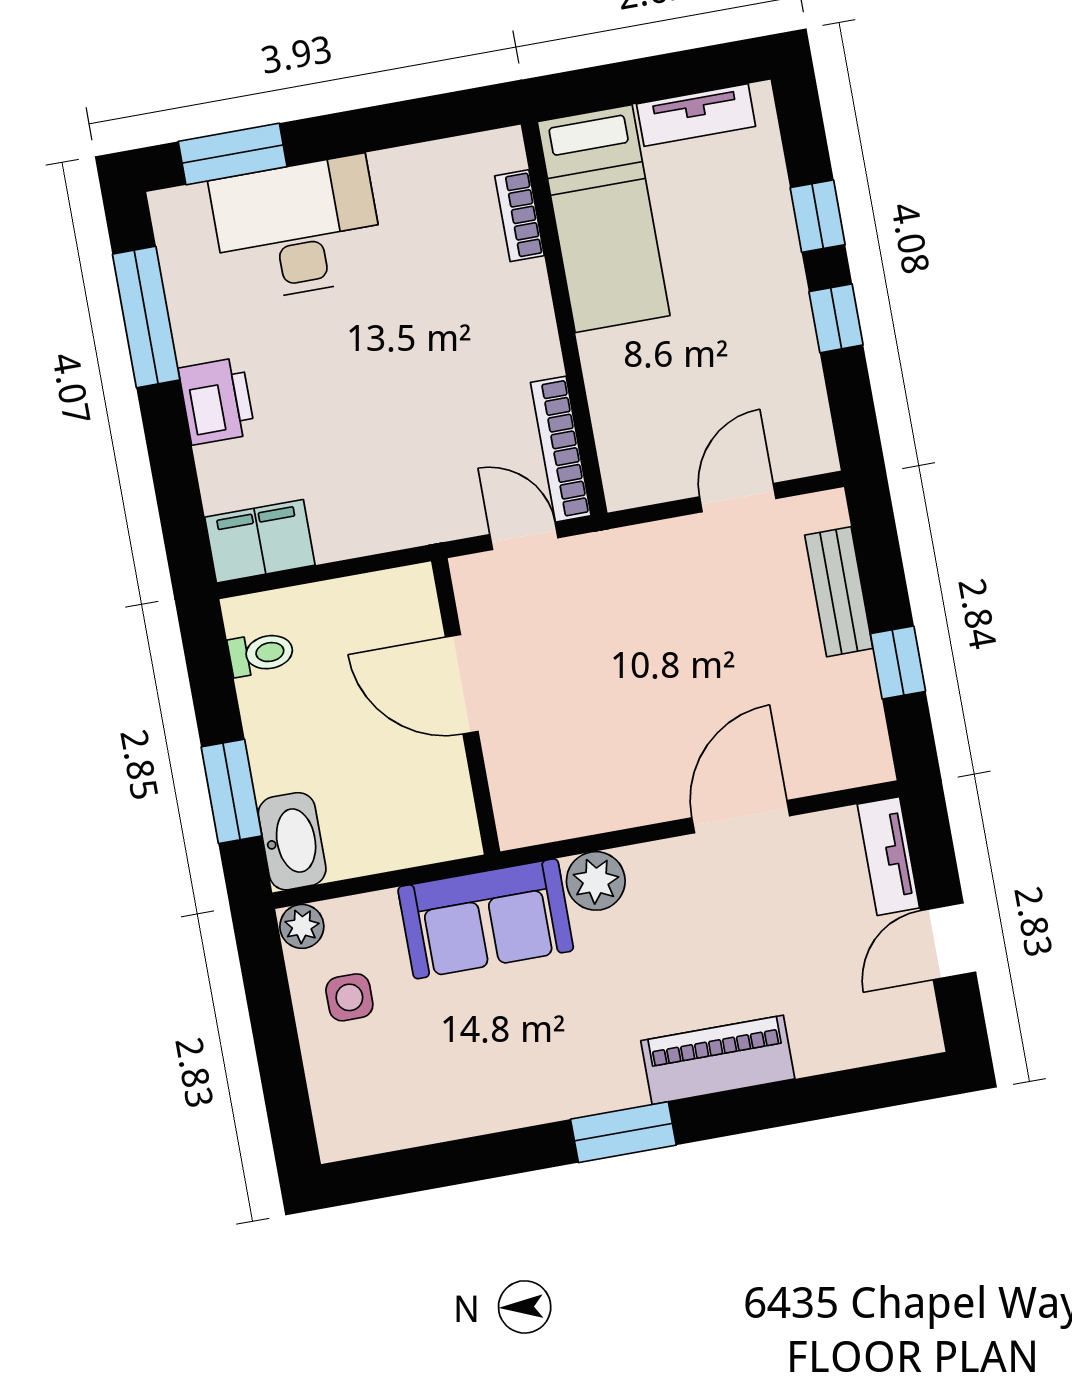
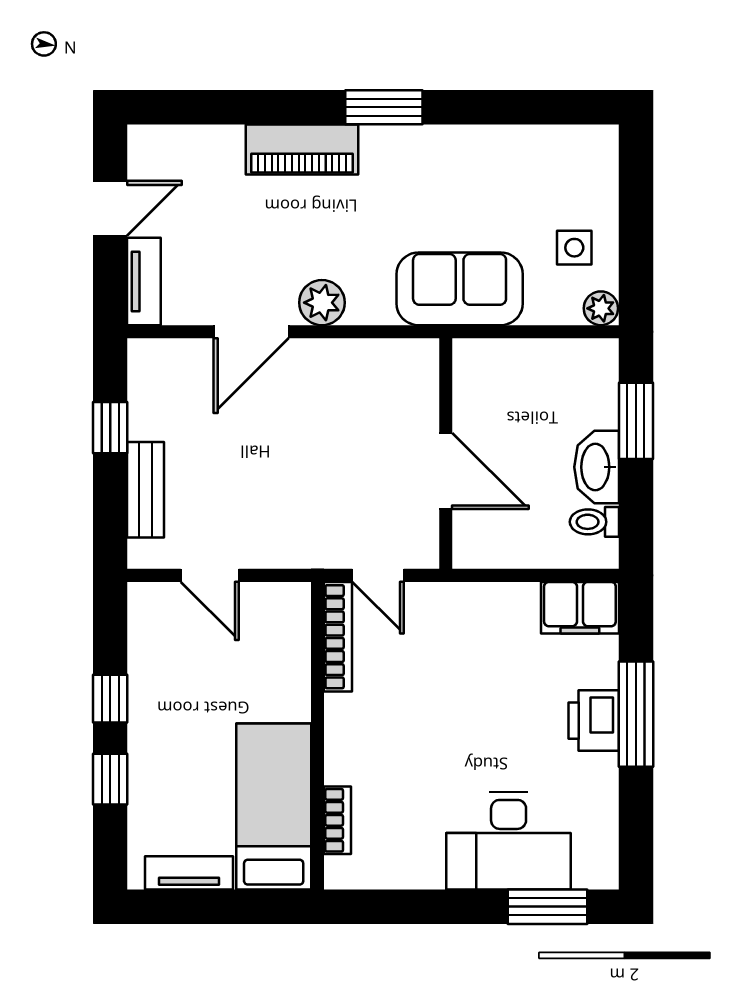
window: (146, 317) -> (636, 714), moved
door: (738, 498) -> (210, 575), hinge flipped
washbasin: (292, 841) -> (597, 467), moved
plant: (596, 881) -> (322, 303), moved

